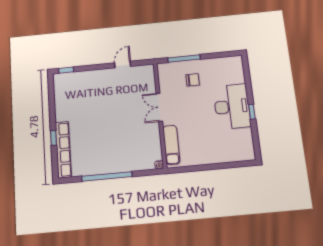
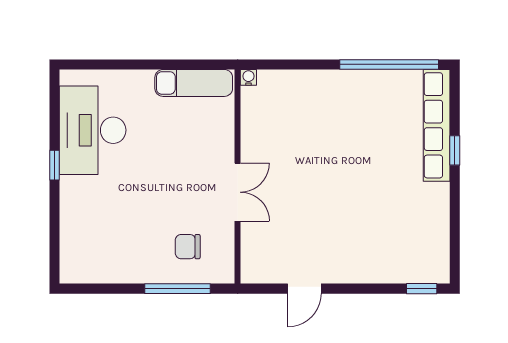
chair: (193, 80) -> (188, 247), moved
desk: (232, 106) -> (93, 130), moved
exam couch: (171, 145) -> (194, 83), moved, turned -90
window: (107, 176) -> (389, 64), moved

